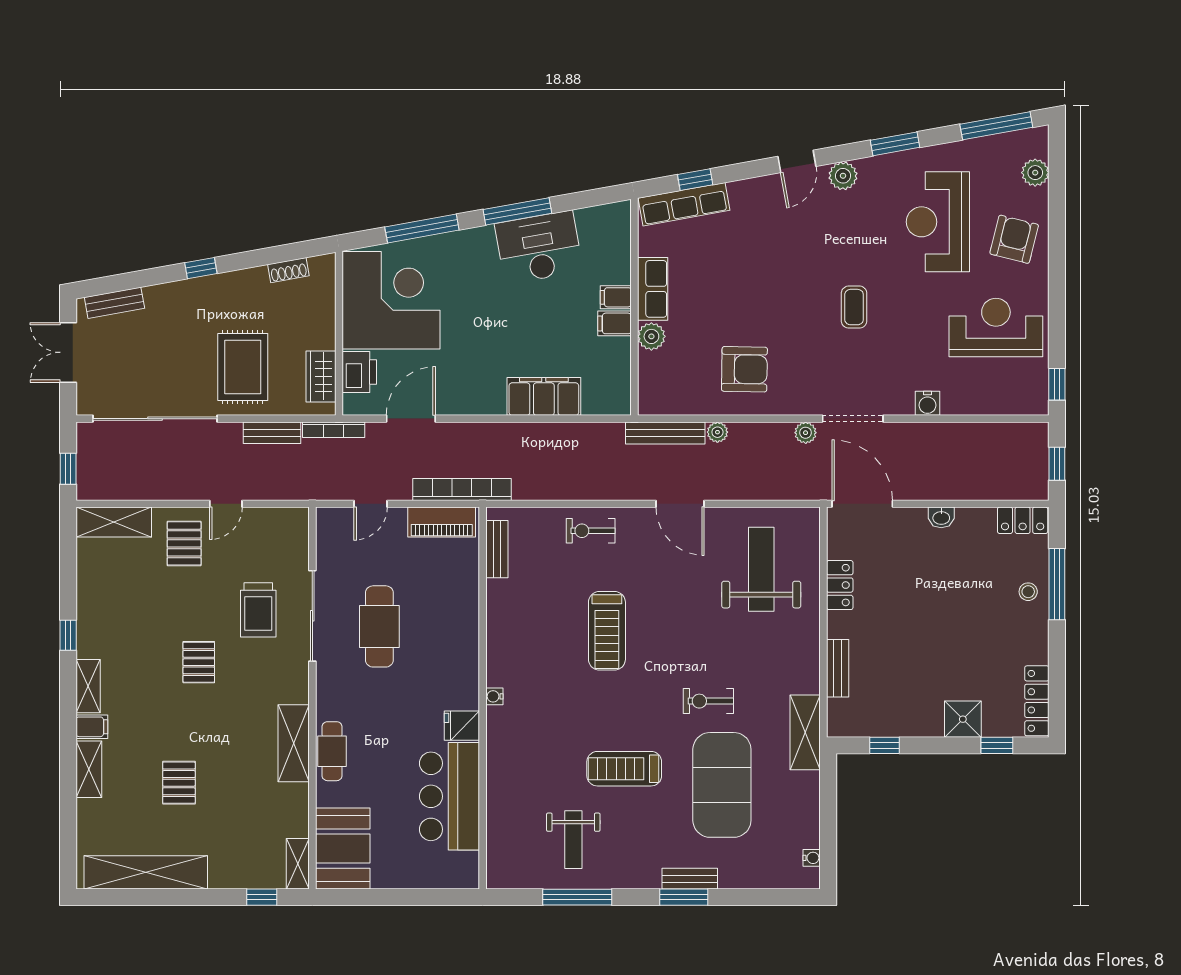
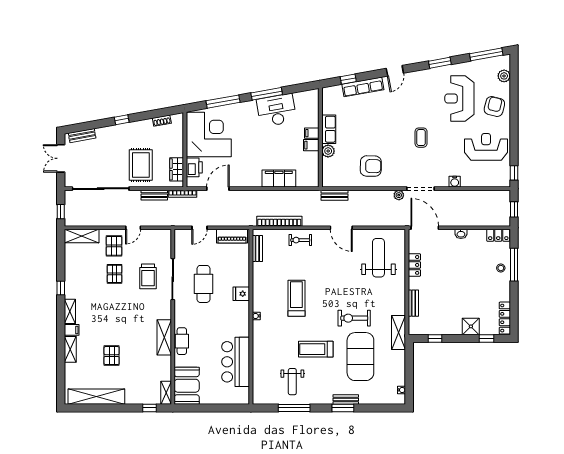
plant: (843, 176) -> (416, 77), removed
row of seats: (684, 204) -> (363, 87), moved
plant: (717, 432) -> (358, 195), removed
bench: (665, 433) -> (335, 195), width x0.73
bookcase: (462, 489) -> (279, 221), moved
treadmill: (607, 631) -> (296, 298), moved, turned 180
pallet: (199, 662) -> (115, 274), moved
exercise bike: (708, 701) -> (354, 318), width x1.38, depth x1.39
fridge: (462, 726) -> (241, 294), moved

